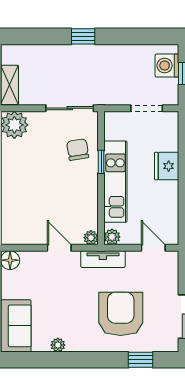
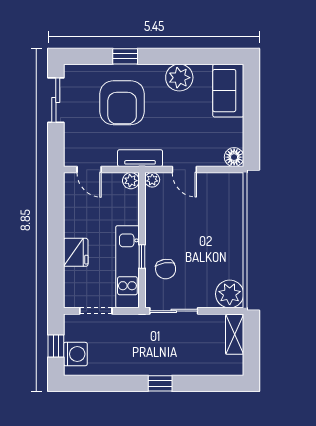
kitchen unit: (115, 182) -> (127, 267), moved
plant: (58, 345) -> (179, 78), width x1.88, depth x1.88
window: (141, 360) -> (125, 56), moved

